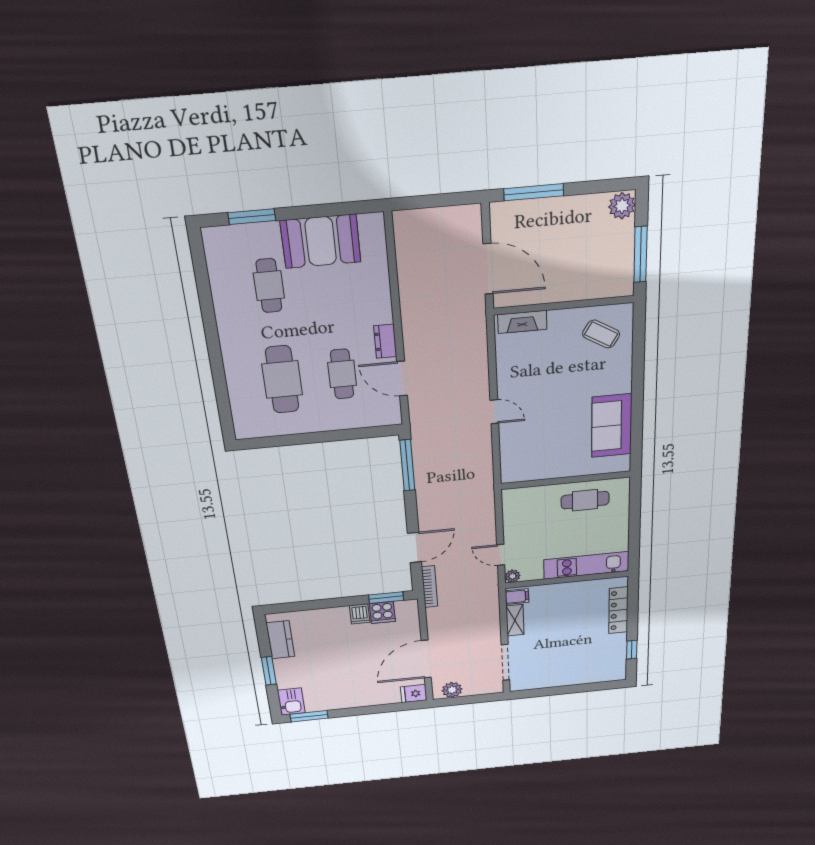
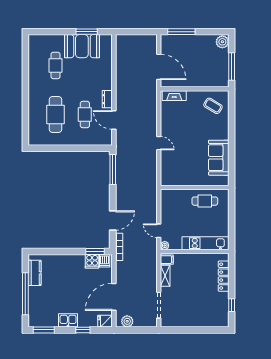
window: (252, 217) -> (87, 32), moved
dishwasher: (360, 614) -> (105, 261), moved
window: (269, 671) -> (25, 294), width x2.11
kitchen sink: (291, 702) -> (68, 320), moved, turned -90
window: (377, 709) -> (83, 330), added

